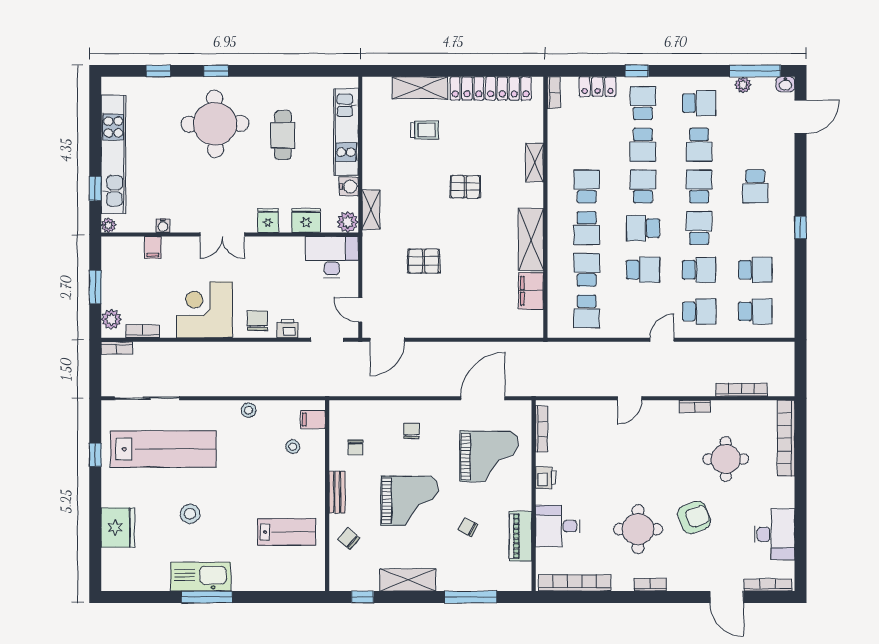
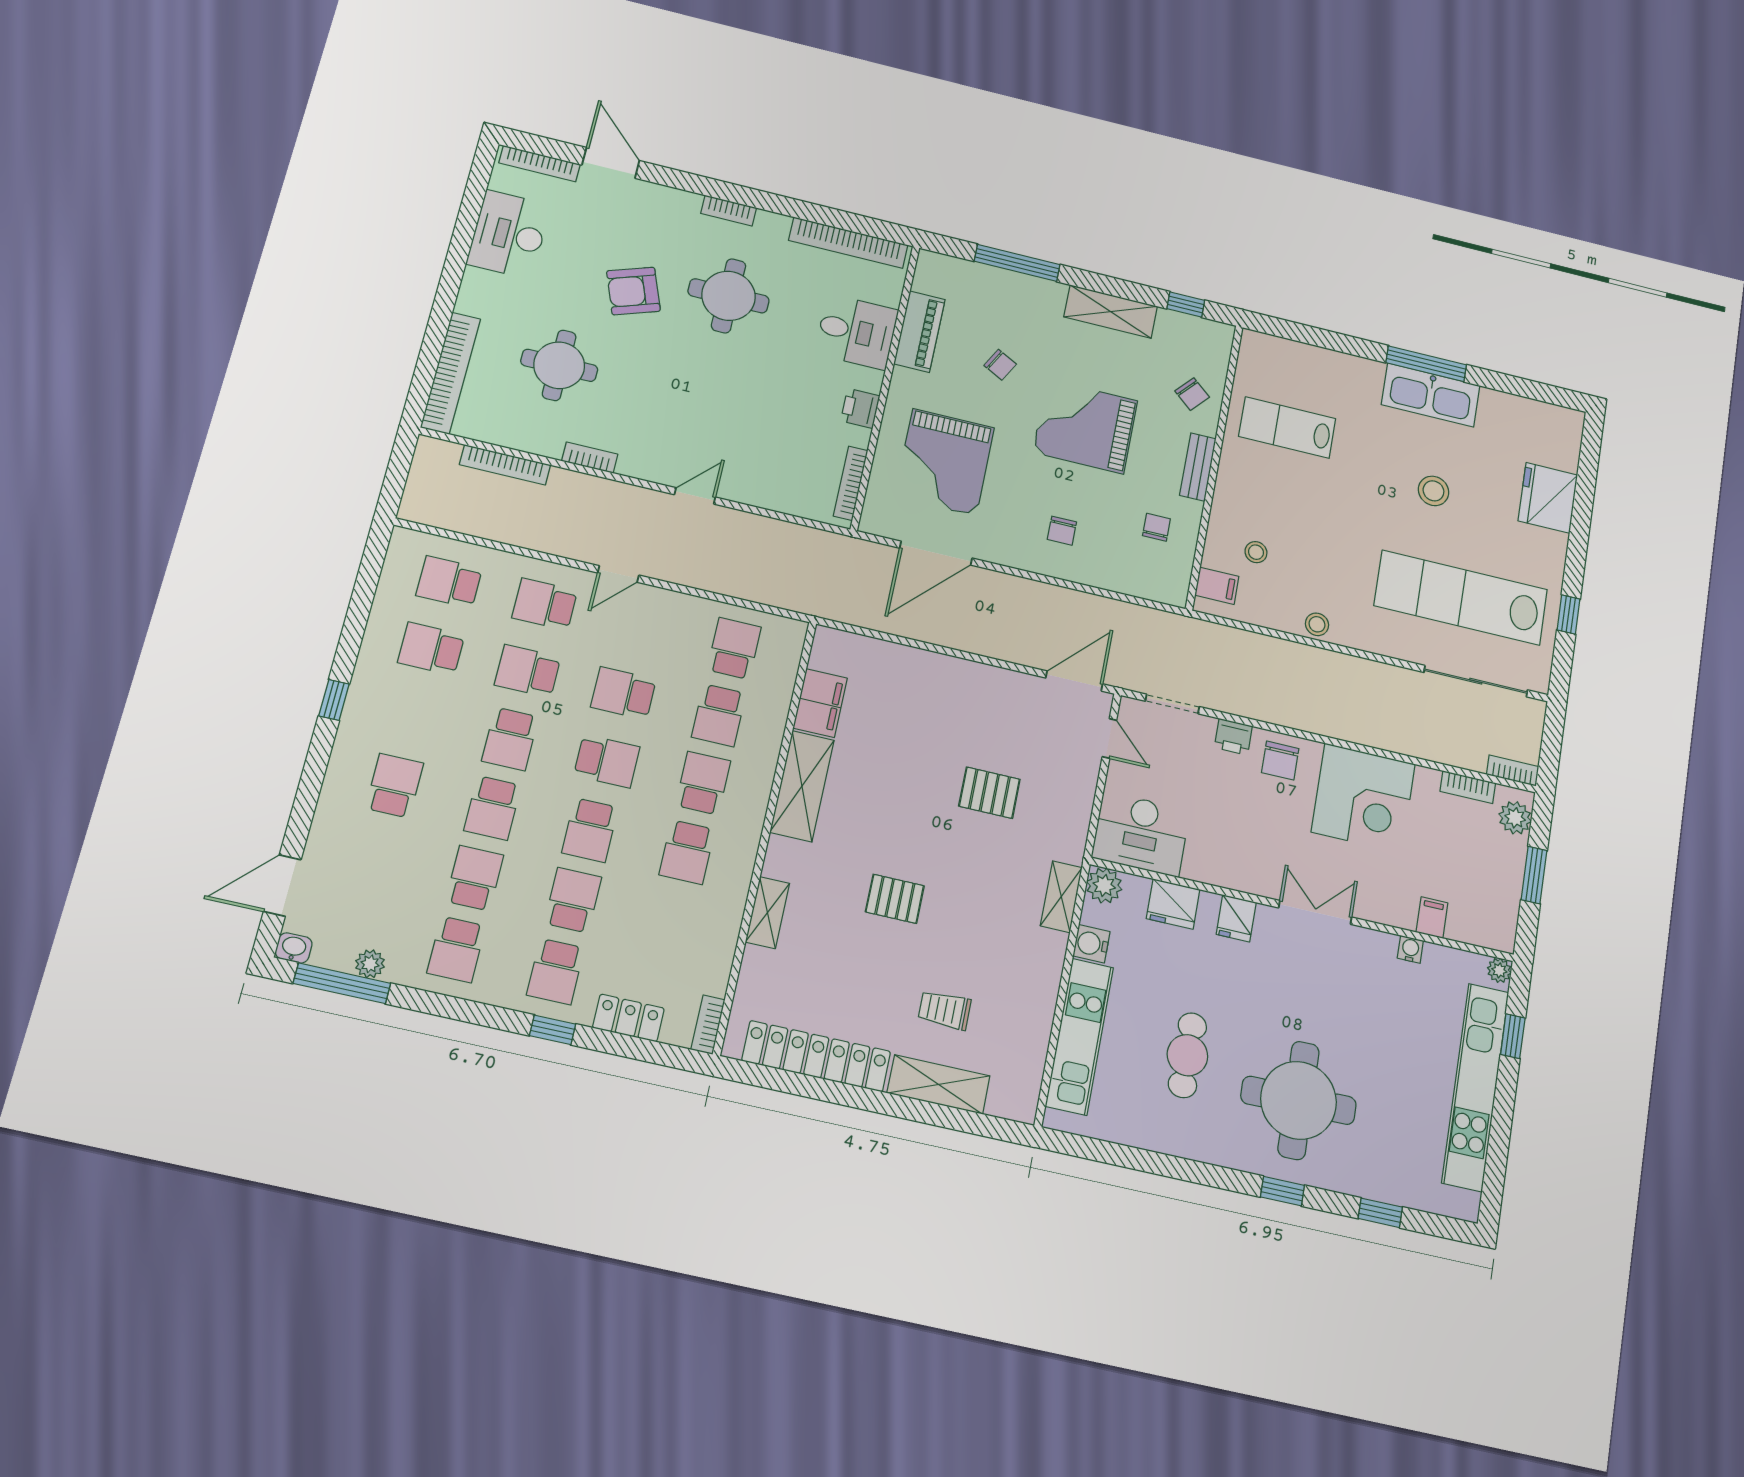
school desk: (699, 103) -> (456, 949), turned -90
grand piano: (489, 456) -> (944, 462), turned -90

